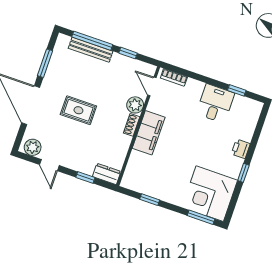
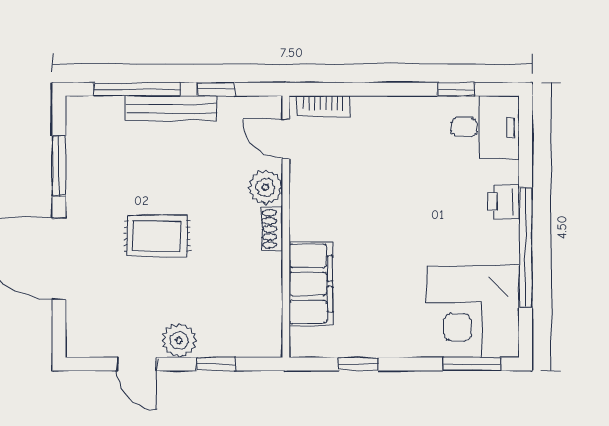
bench: (91, 50) -> (171, 108), moved
desk: (215, 104) -> (485, 127), moved, turned 90
filing cabinet: (149, 133) -> (311, 284), moved
plant: (33, 147) -> (179, 340), moved
window: (243, 173) -> (526, 247), width x3.17
dresser: (107, 174) -> (256, 343), removed

